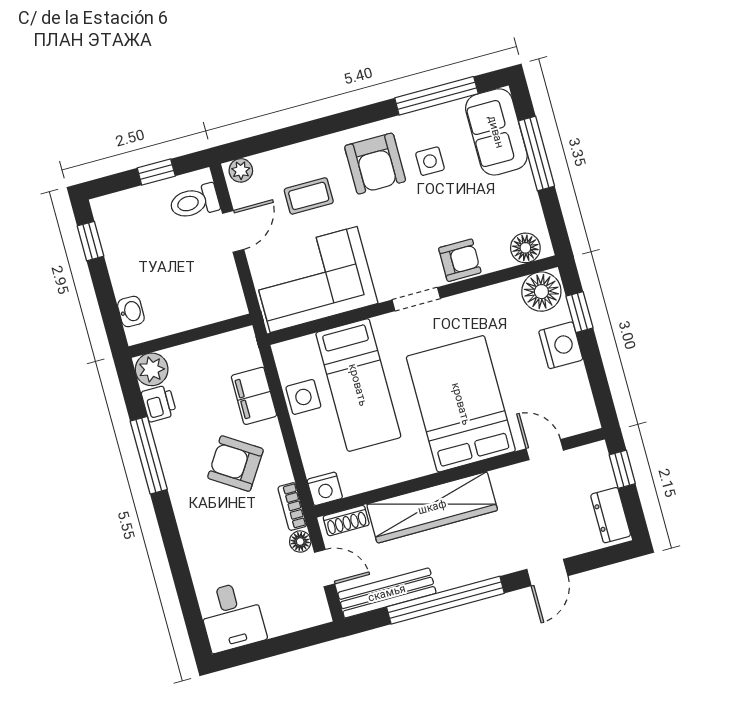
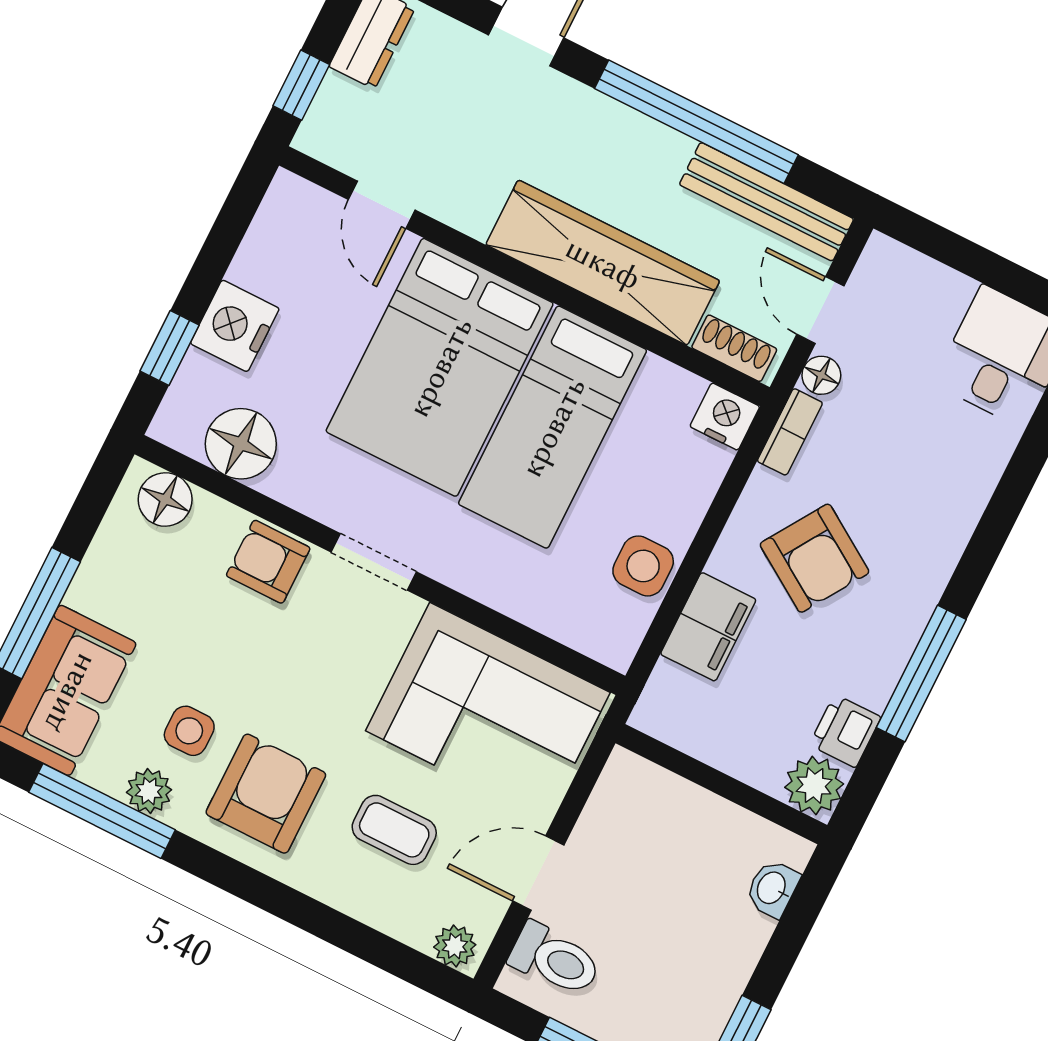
plant: (424, 121) -> (149, 791), added
floor lamp: (541, 292) -> (241, 444), moved
bed: (358, 385) -> (553, 427), moved, turned 180

